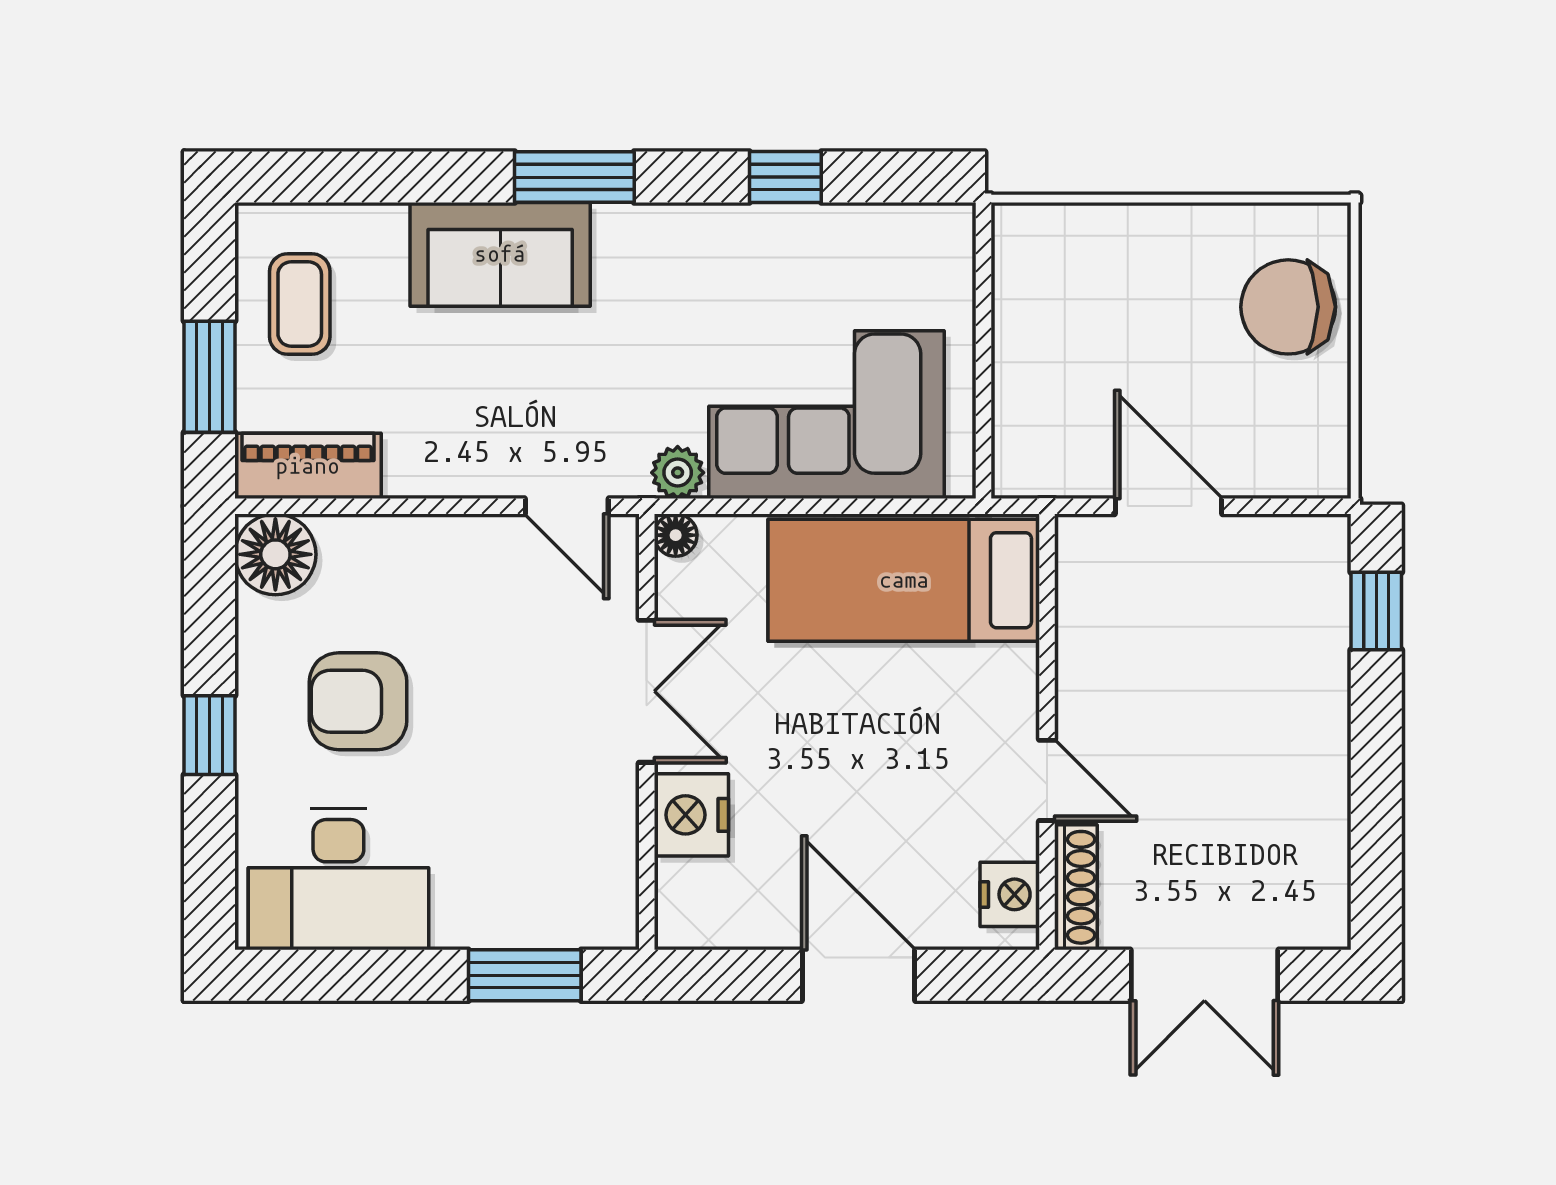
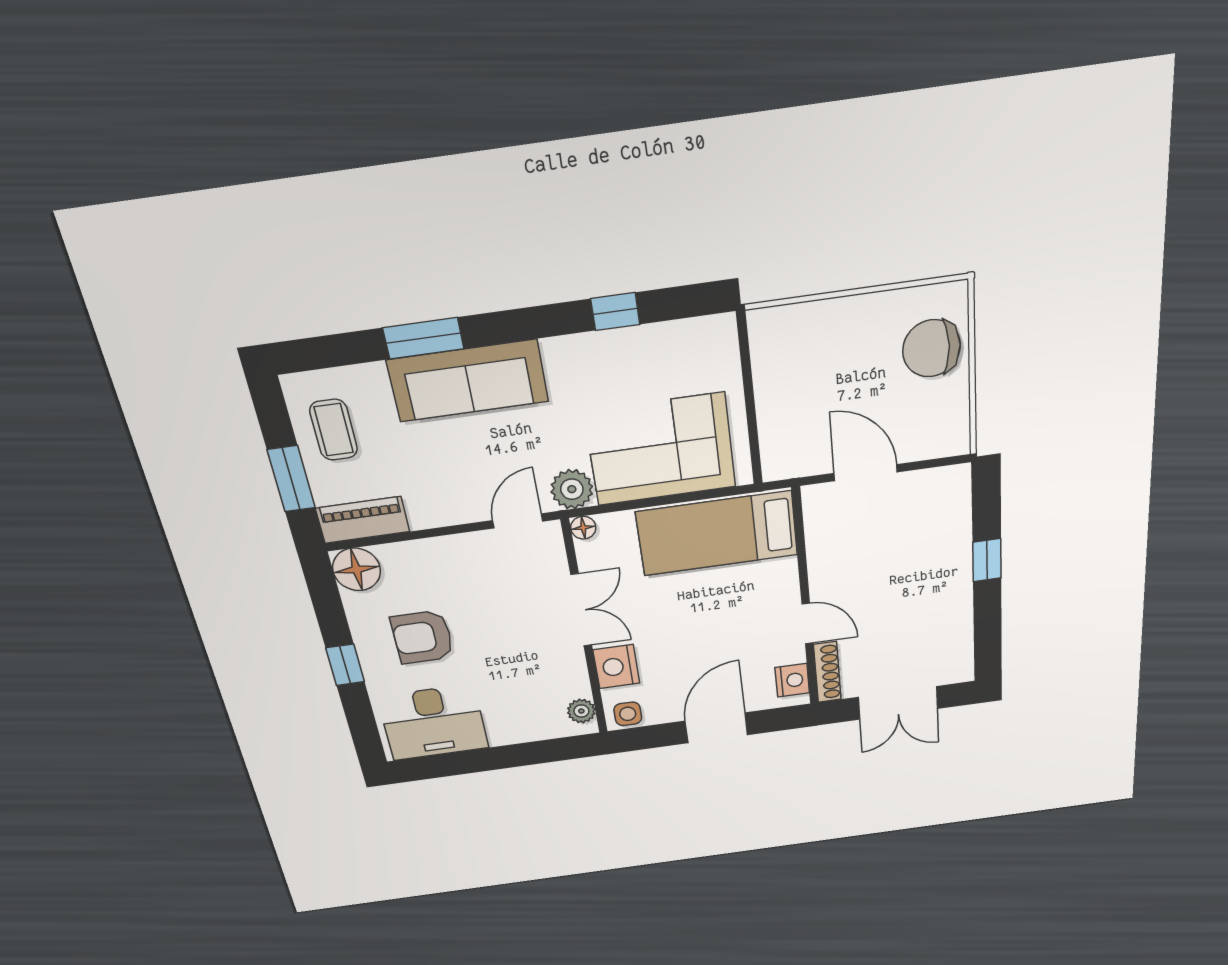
window: (574, 177) -> (423, 338), moved
sofa: (500, 254) -> (468, 381), width x1.36
plant: (678, 473) -> (572, 489), width x1.38, depth x1.38
door: (567, 506) -> (518, 521), swing flipped
window: (1376, 611) -> (987, 560), moved
plant: (613, 898) -> (581, 711), added
side table: (697, 918) -> (628, 714), added
window: (525, 975) -> (542, 752), removed
door: (859, 975) -> (716, 728), hinge flipped

